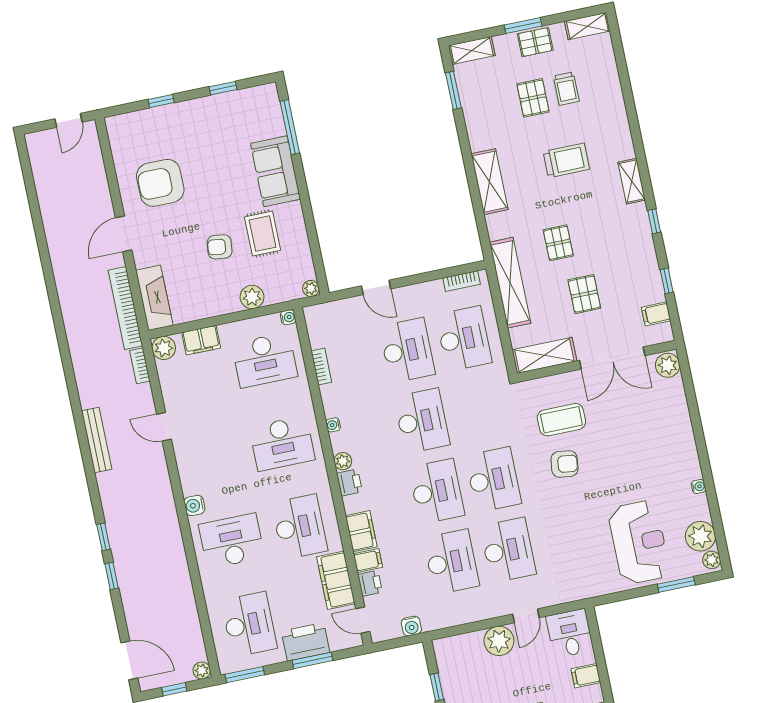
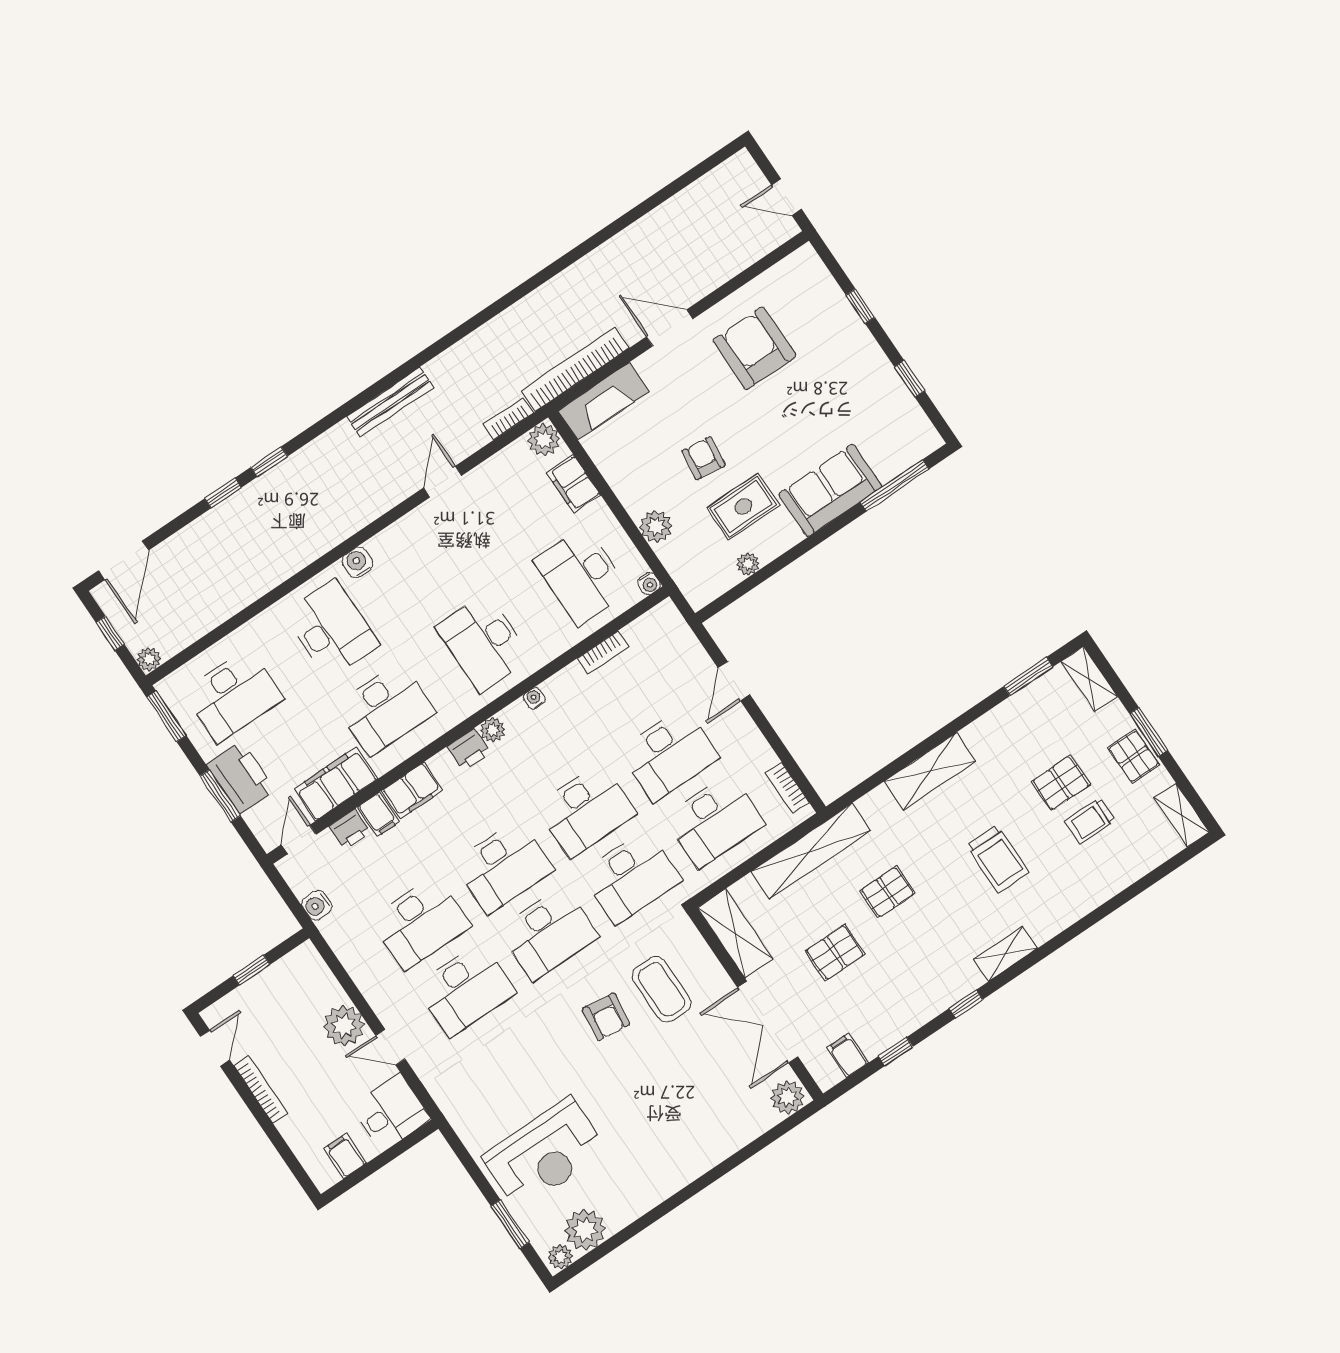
plant: (311, 288) -> (748, 564), moved
desk: (478, 409) -> (631, 877), added
water cooler: (699, 487) -> (648, 1201), removed

